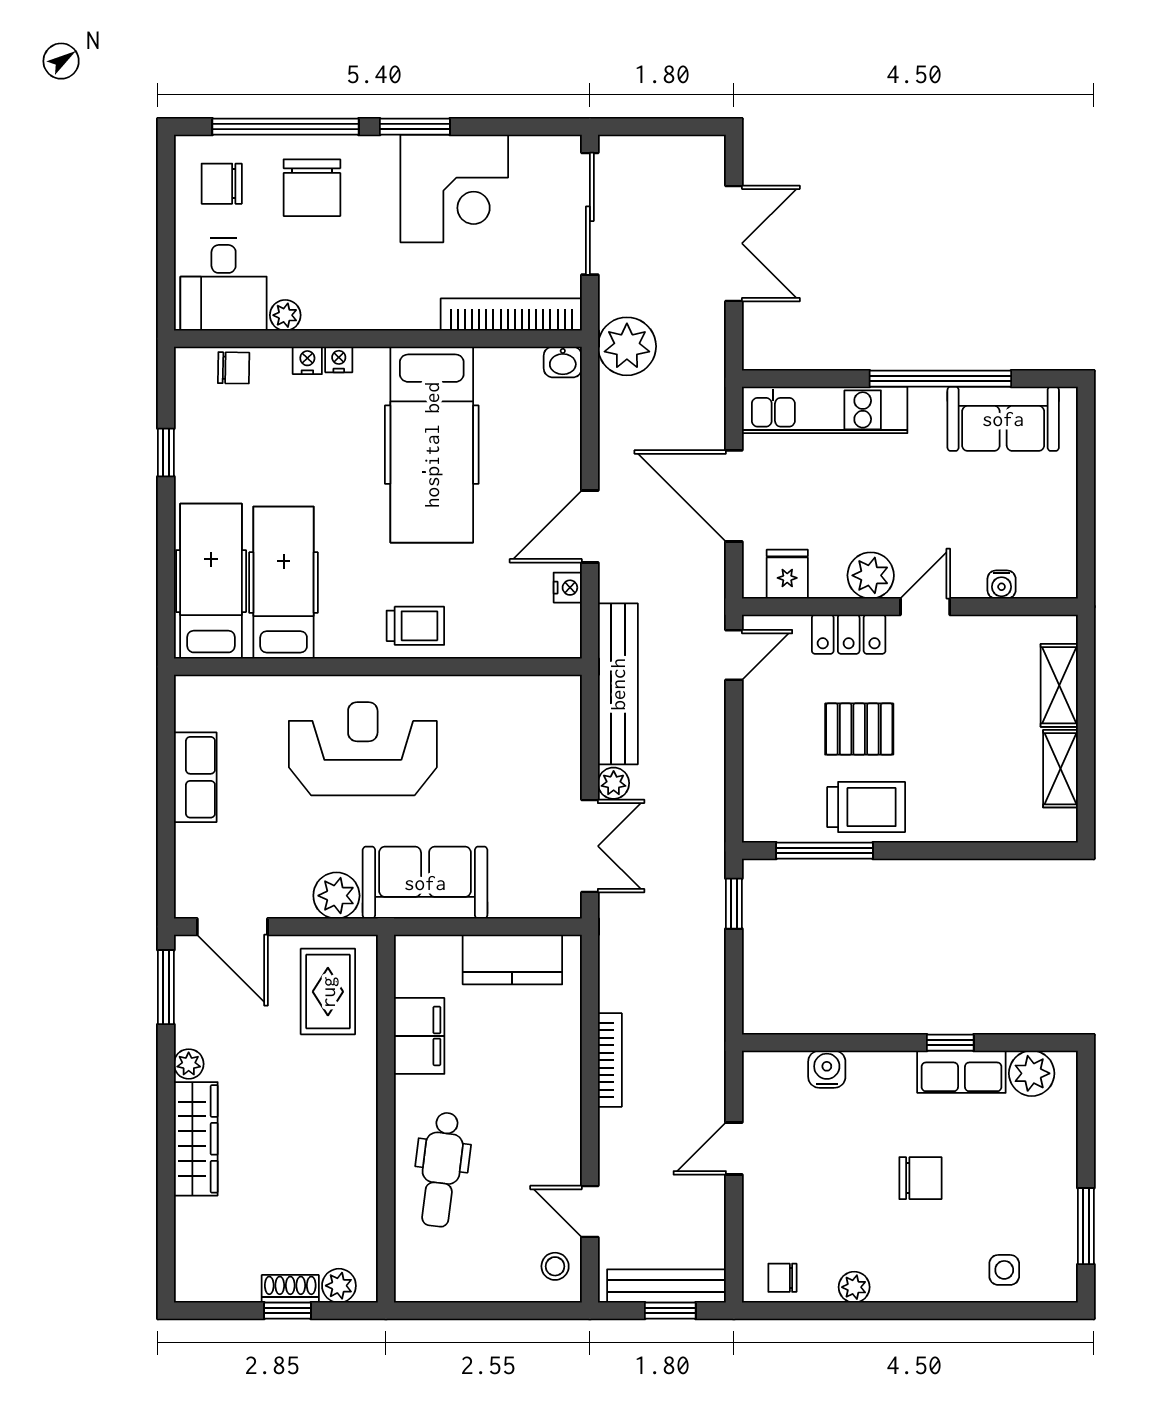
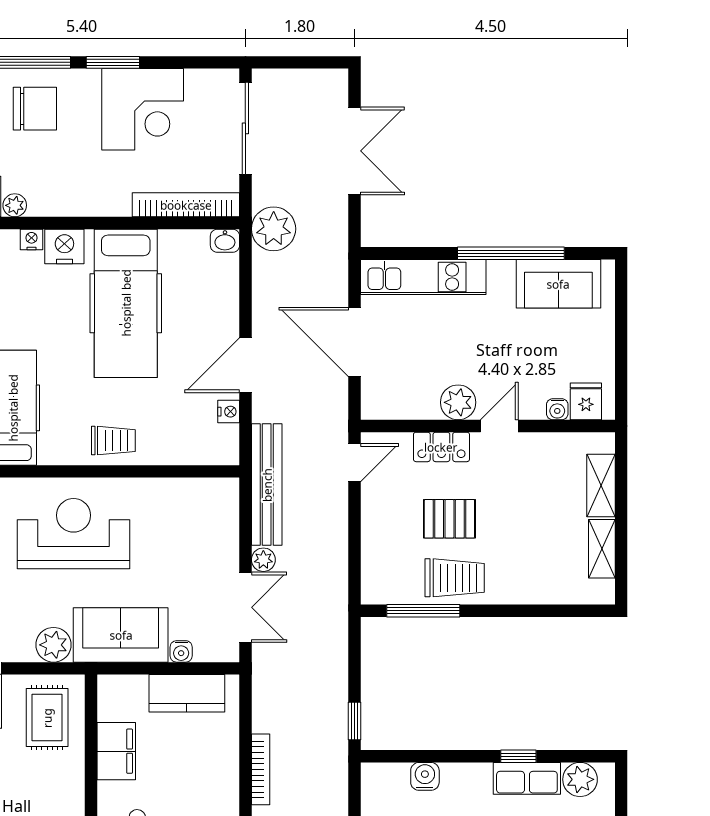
chair: (312, 188) -> (35, 109), turned -90
nightstand: (339, 359) -> (64, 247), width x1.89, depth x1.79
fridge: (787, 574) -> (586, 401), moved
water cooler: (505, 904) -> (181, 651), added
window: (734, 904) -> (355, 721), moved

